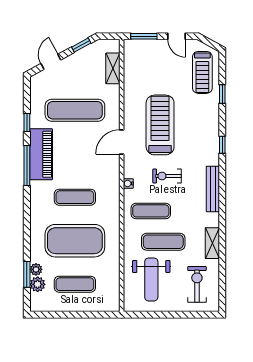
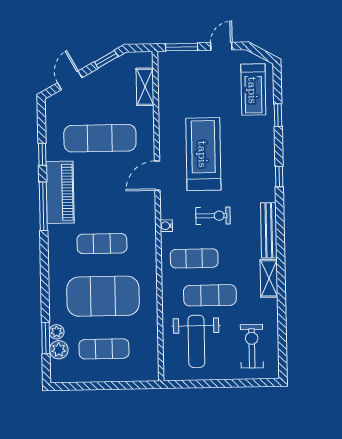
door: (177, 36) -> (221, 46), swing flipped
exercise bike: (167, 176) -> (213, 216), turned 180
shelving: (212, 243) -> (269, 278), moved

